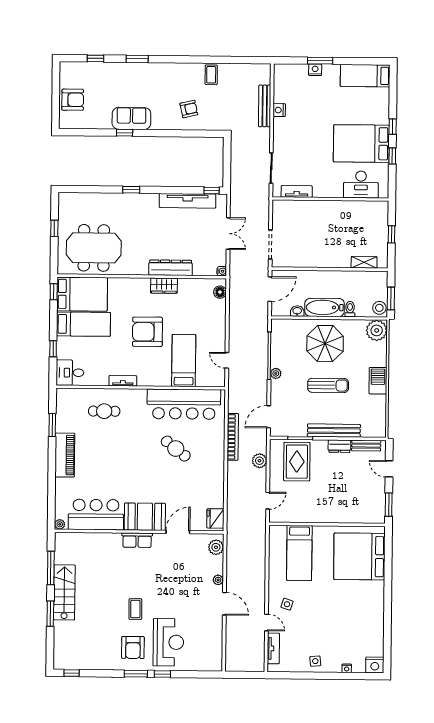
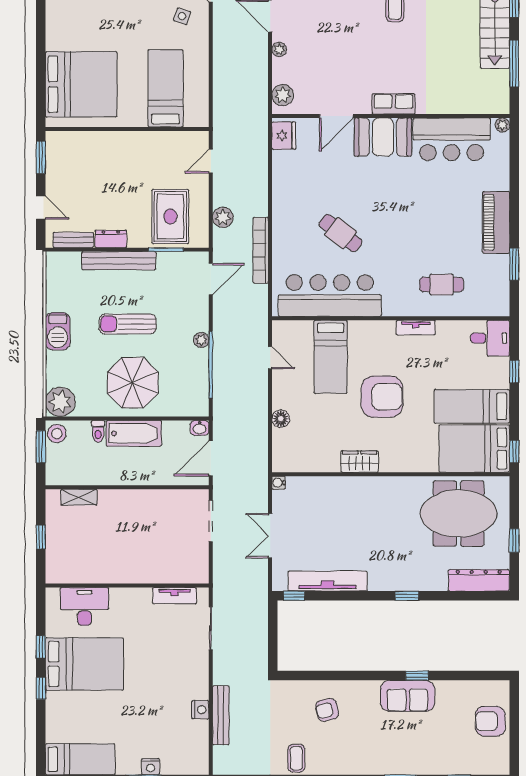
dresser: (171, 268) -> (479, 580), moved, turned 180
floor lamp: (220, 292) -> (281, 419), moved
washbasin: (297, 311) -> (200, 428), moved

